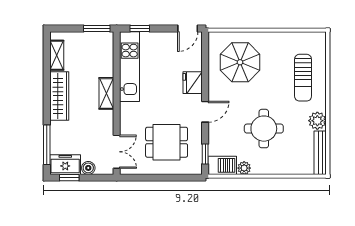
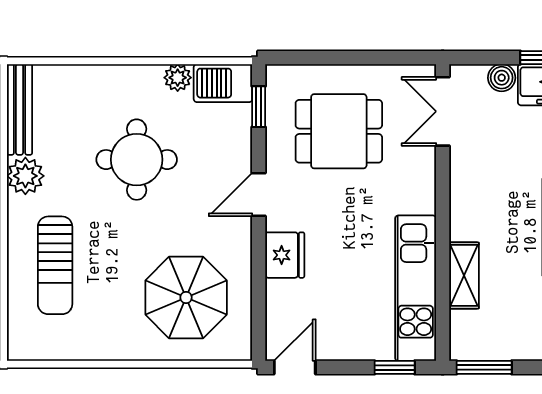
sun lounger: (303, 78) -> (55, 265), turned 180
shelving: (106, 93) -> (464, 275), moved

